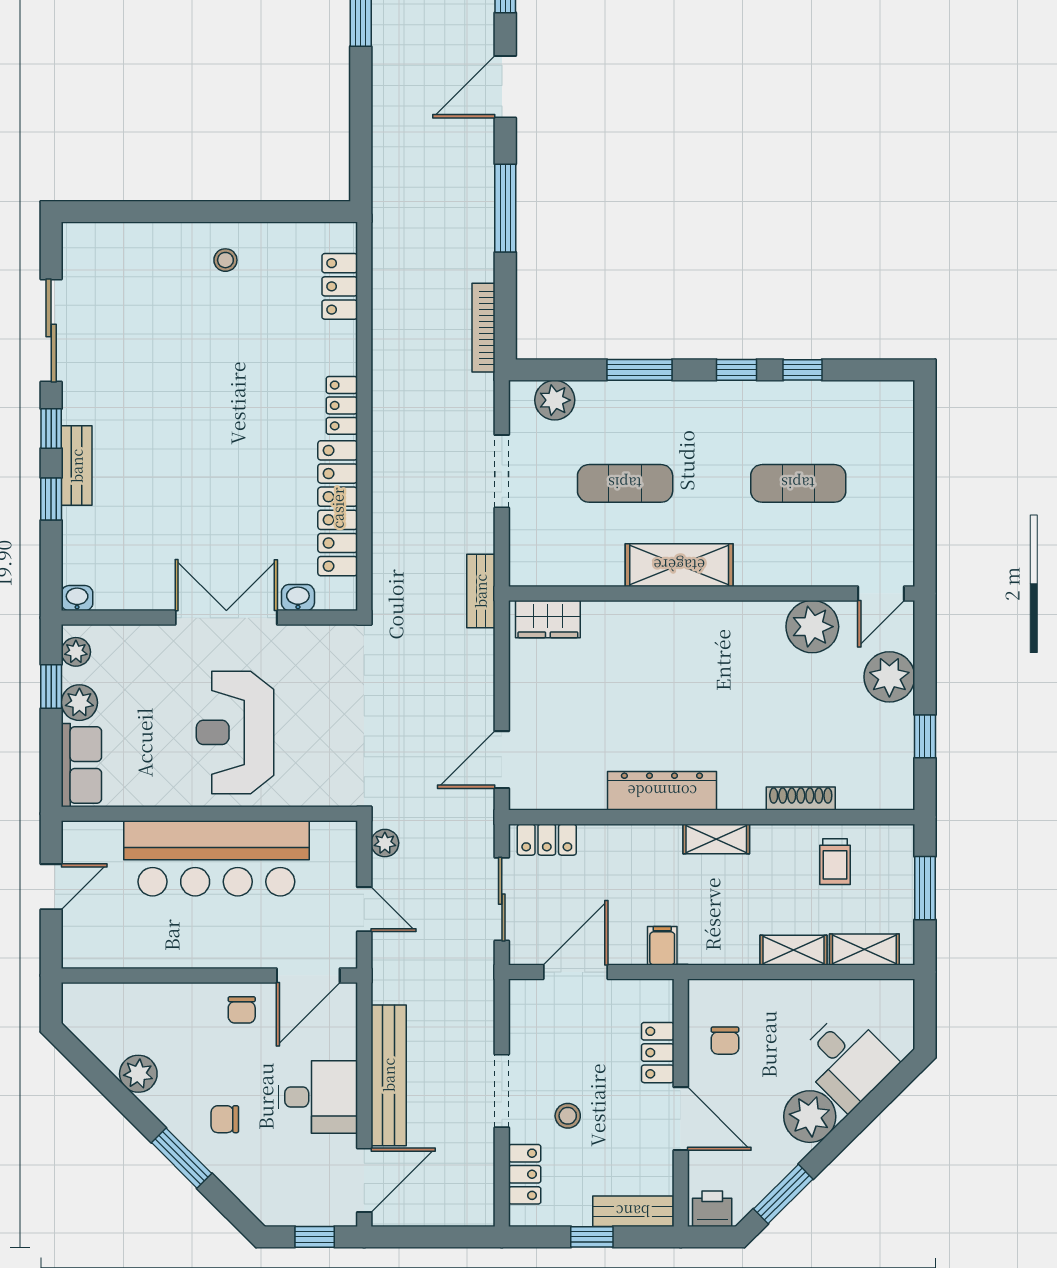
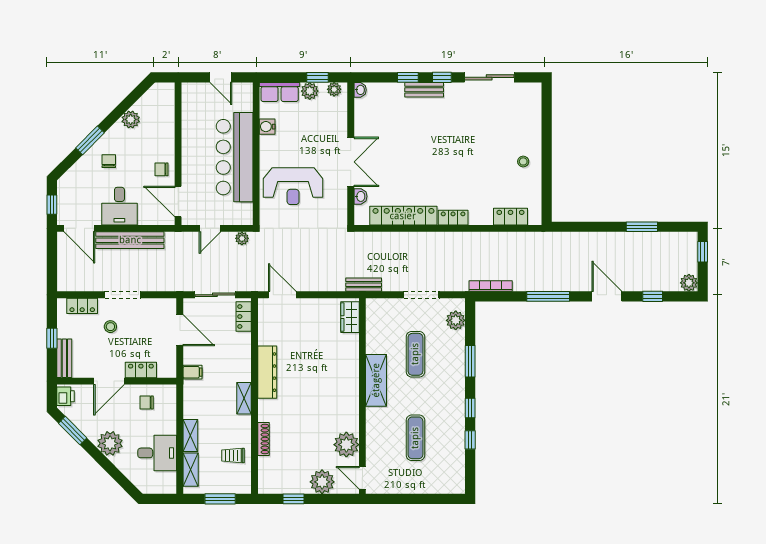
reception desk: (235, 732) -> (293, 186), moved, turned 180
water cooler: (153, 791) -> (267, 127), added
desk: (847, 1060) -> (157, 453), moved, turned -135

